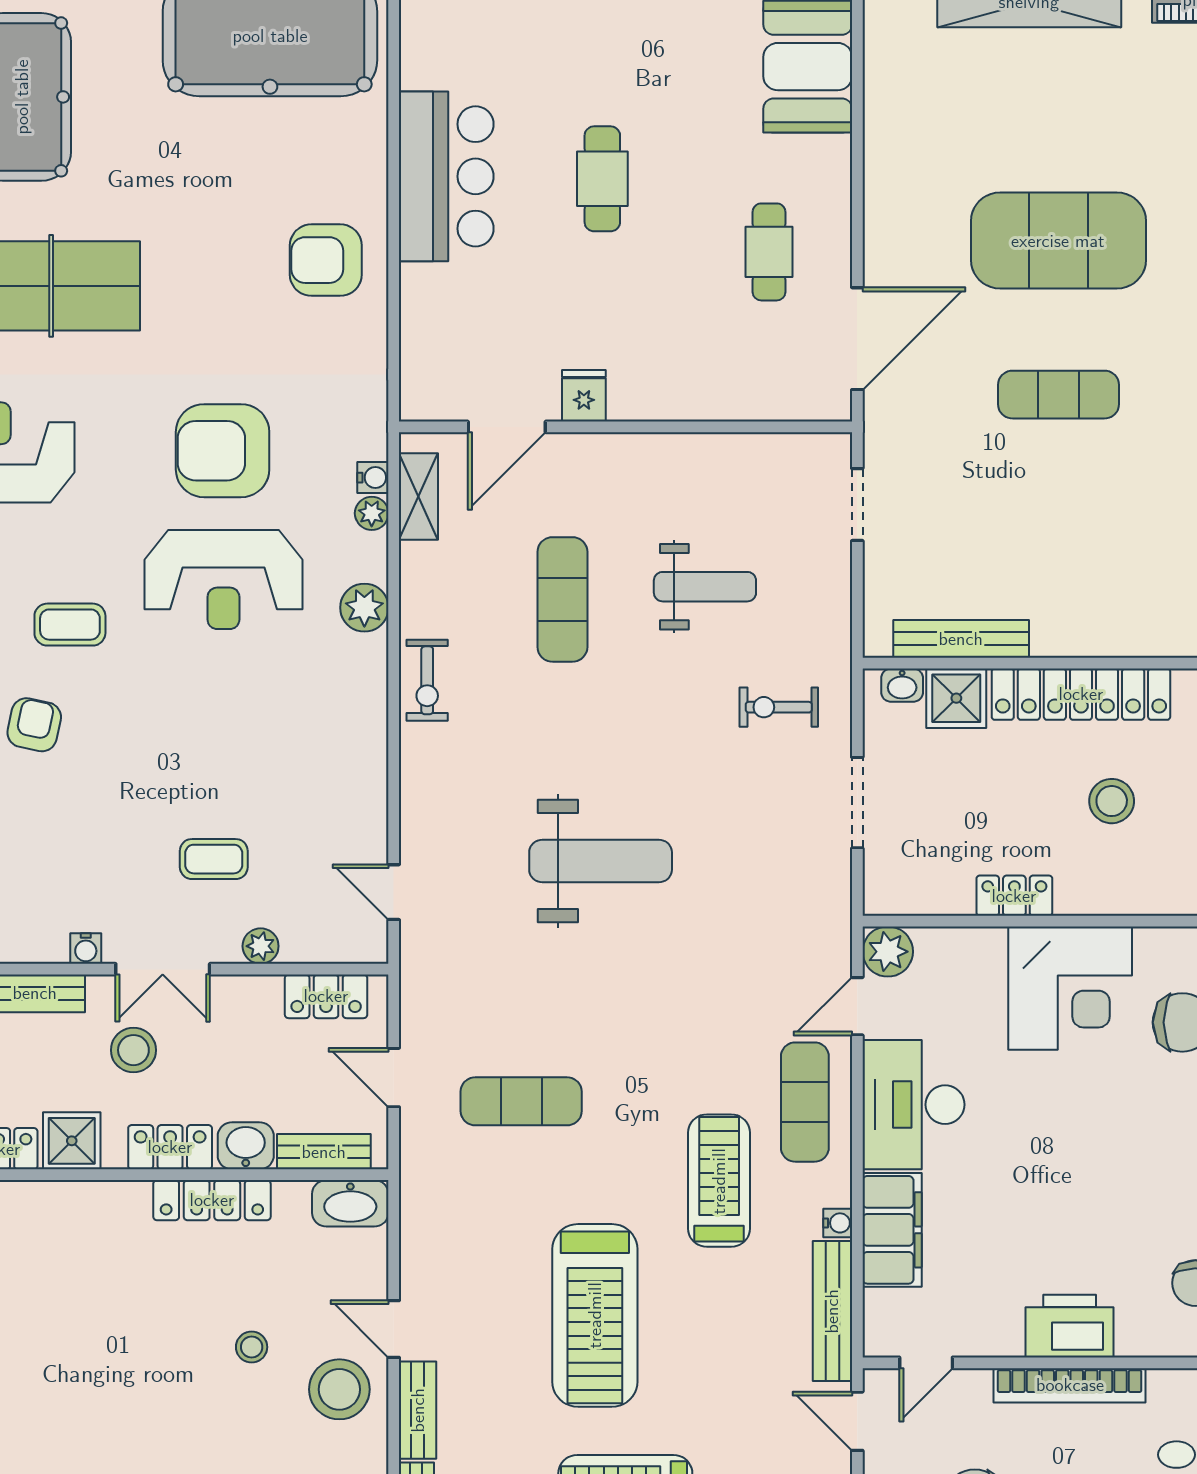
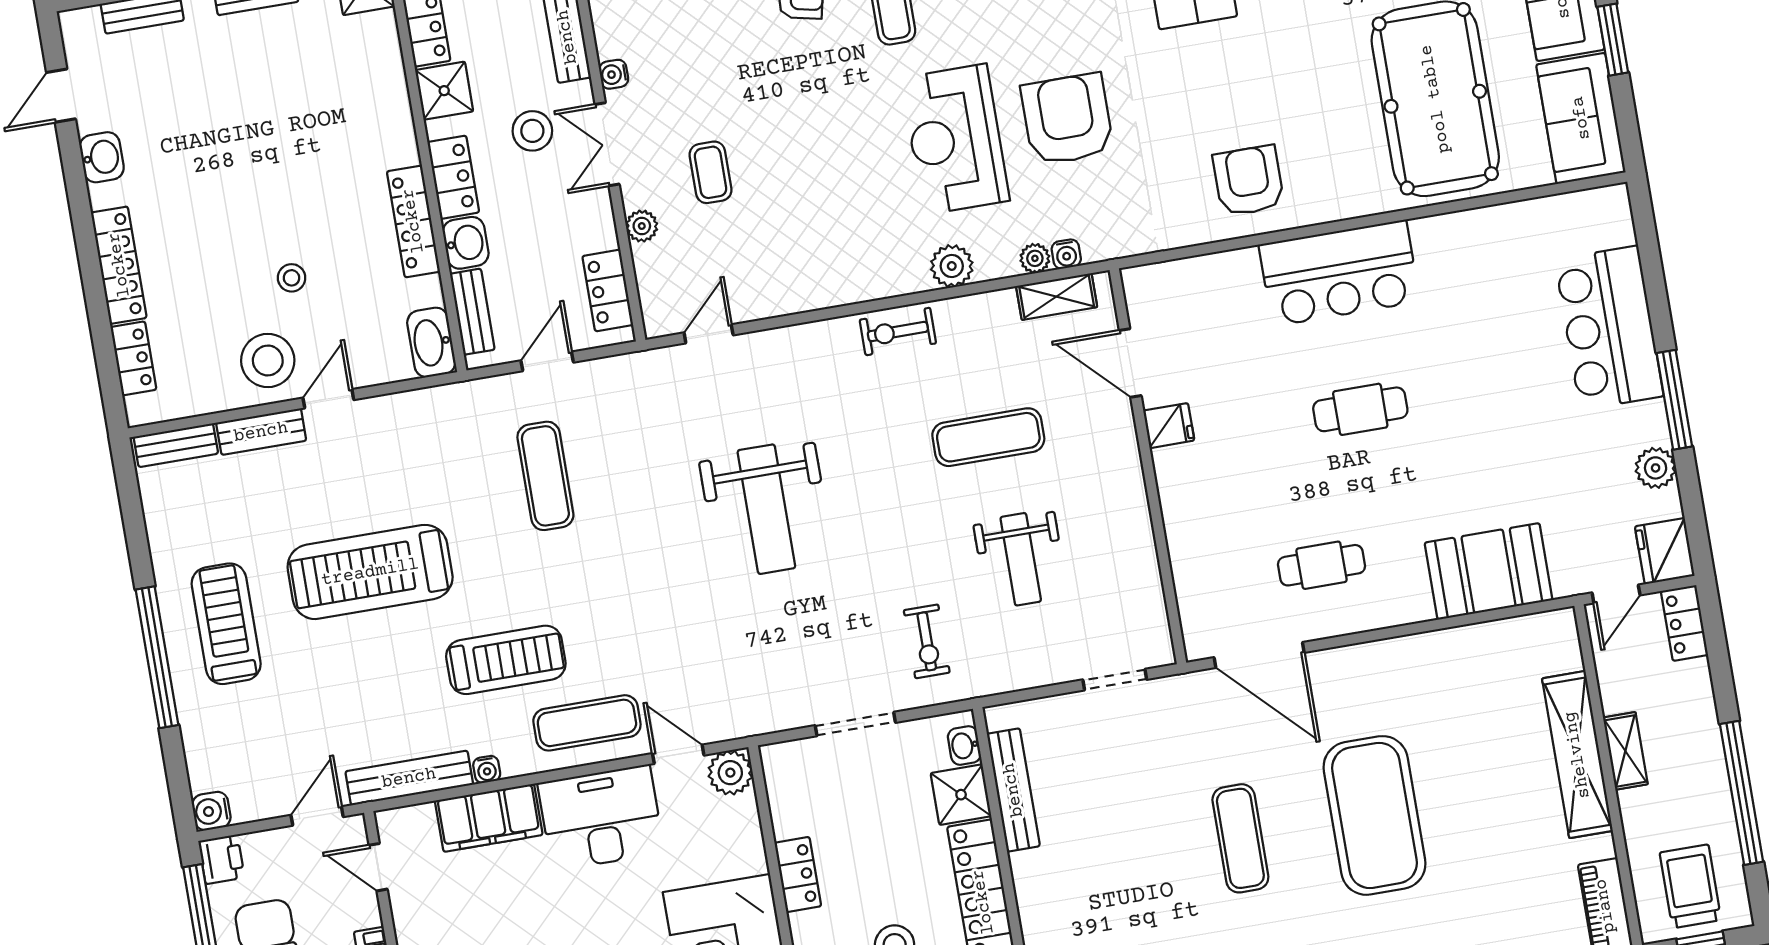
exercise bike: (779, 707) -> (927, 641), turned 180

